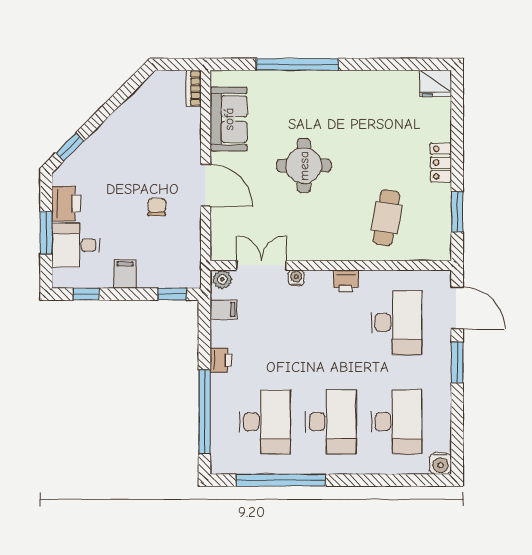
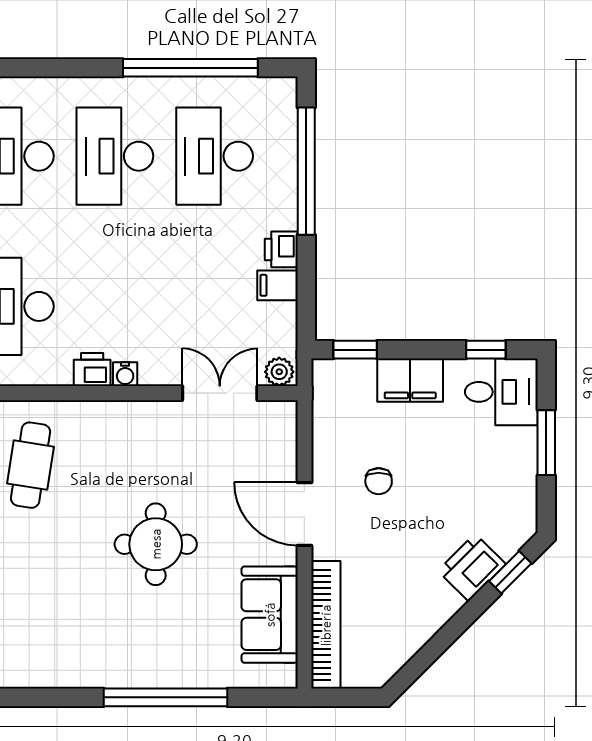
bookcase: (194, 88) -> (326, 625), width x2.31, depth x1.31
printer: (66, 204) -> (472, 567), moved, turned 45
desk: (76, 245) -> (501, 392), moved
double door: (262, 265) -> (220, 393), swing flipped
filing cabinet: (125, 274) -> (410, 380), width x2.00
water cooler: (296, 278) -> (125, 374), moved
filing cabinet: (223, 310) -> (277, 285), moved

